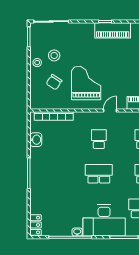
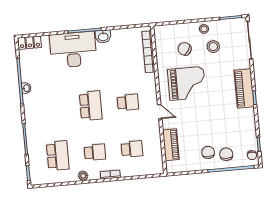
piano: (113, 30) -> (244, 89), moved
washbasin: (36, 140) -> (103, 37), moved
desk: (104, 220) -> (73, 50), moved, turned 90

